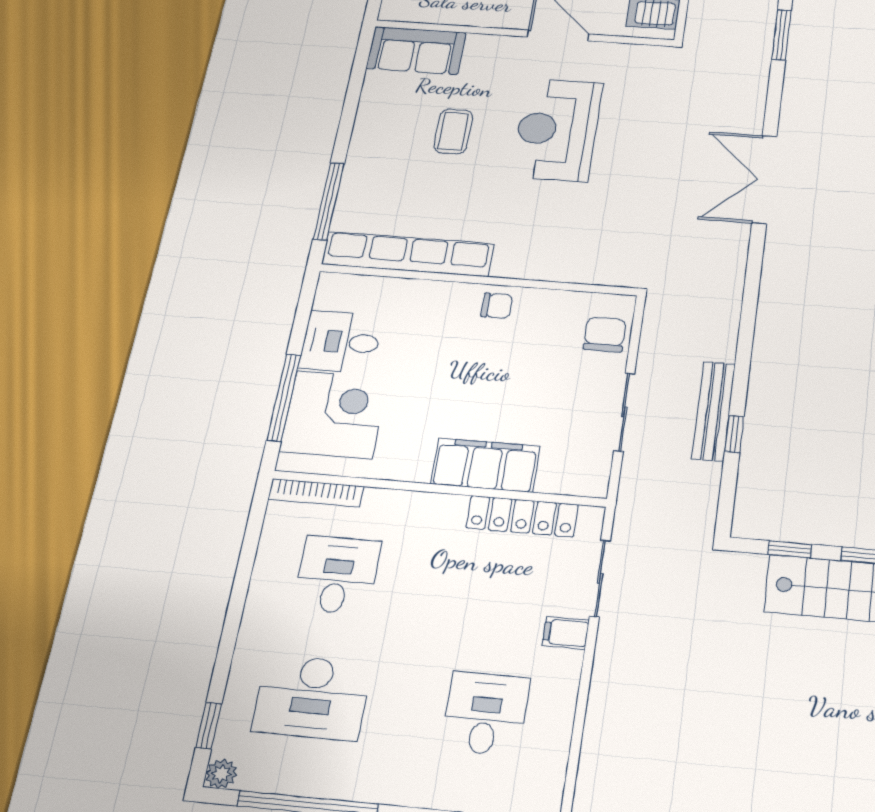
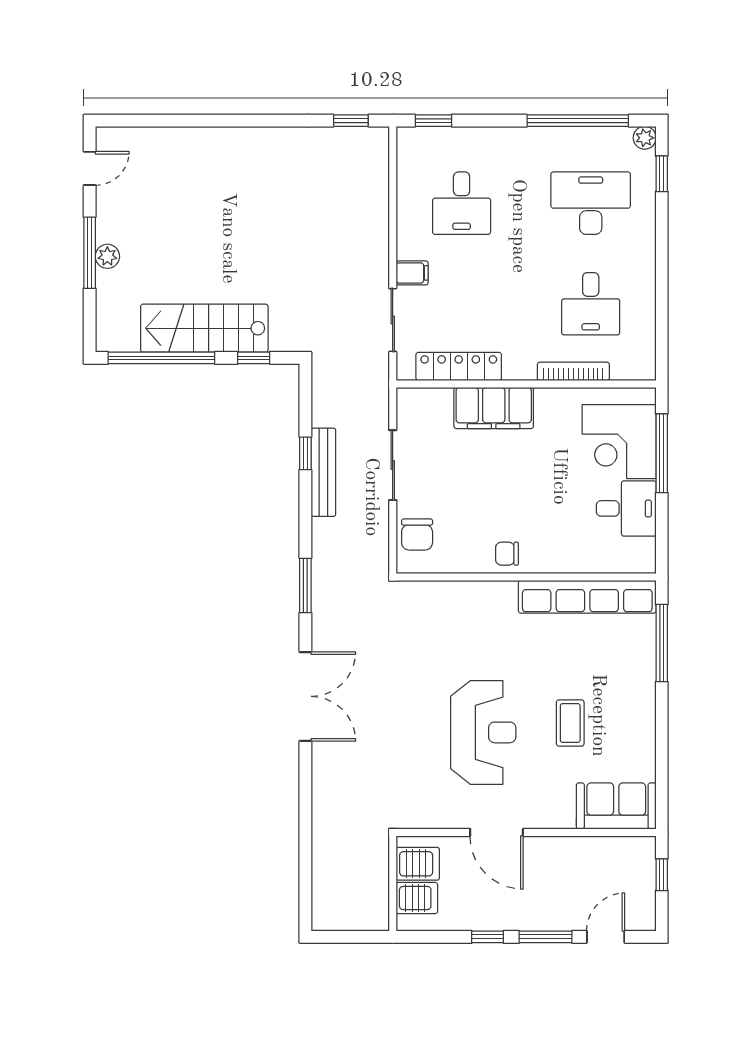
window: (781, 35) -> (305, 586), moved
bookcase: (316, 493) -> (573, 371), moved

